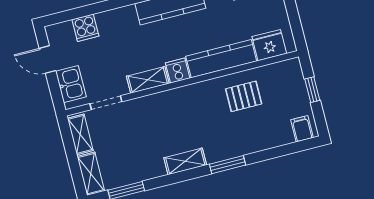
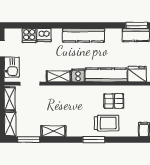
dishwasher: (108, 21) -> (44, 35), added
trolley: (241, 134) -> (106, 123), added
shelving: (185, 161) -> (53, 131), moved

